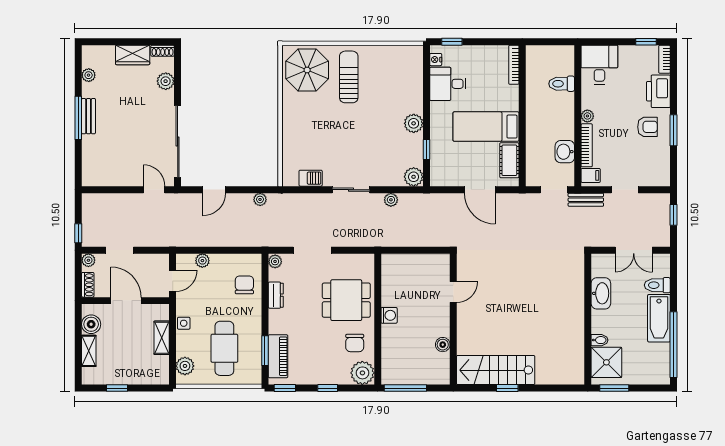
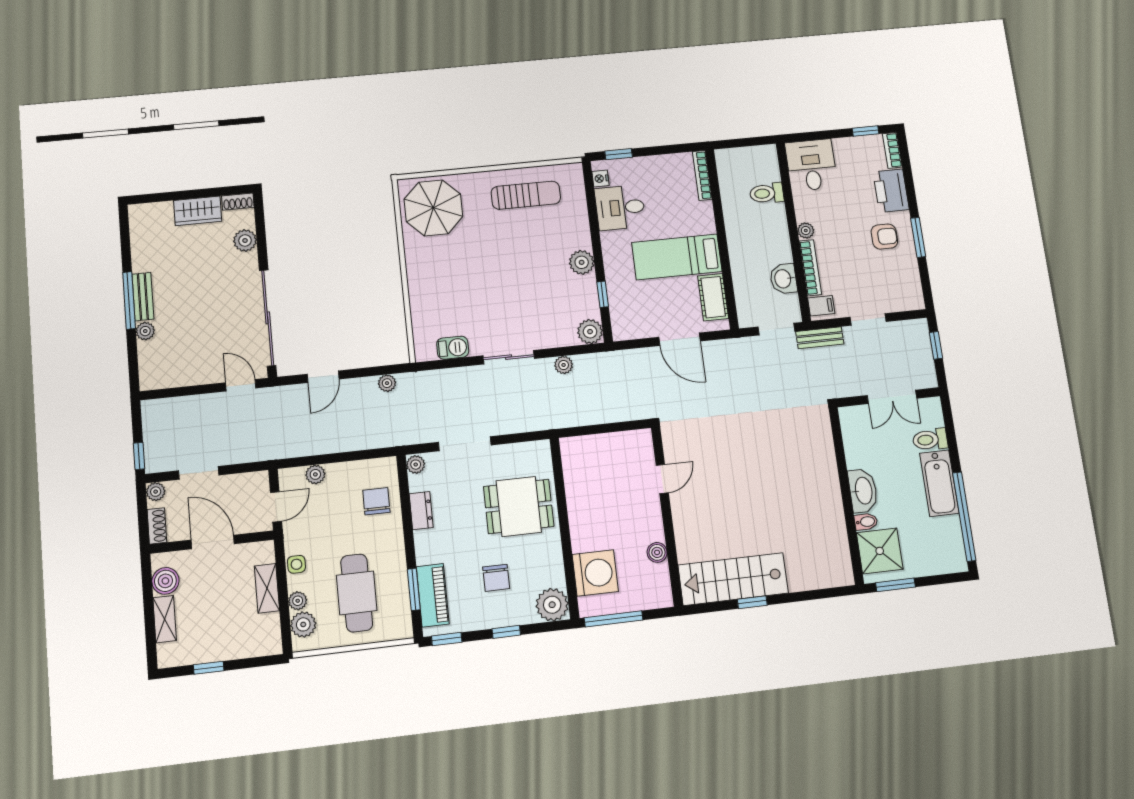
plant: (89, 75) -> (145, 331), moved
sun lounger: (349, 77) -> (526, 195), moved, turned 90
washbasin: (601, 293) -> (863, 491), moved
washing machine: (389, 315) -> (595, 573), moved, width x1.89, depth x1.89
chair: (355, 343) -> (496, 578), moved
plant: (182, 349) -> (298, 601), added

